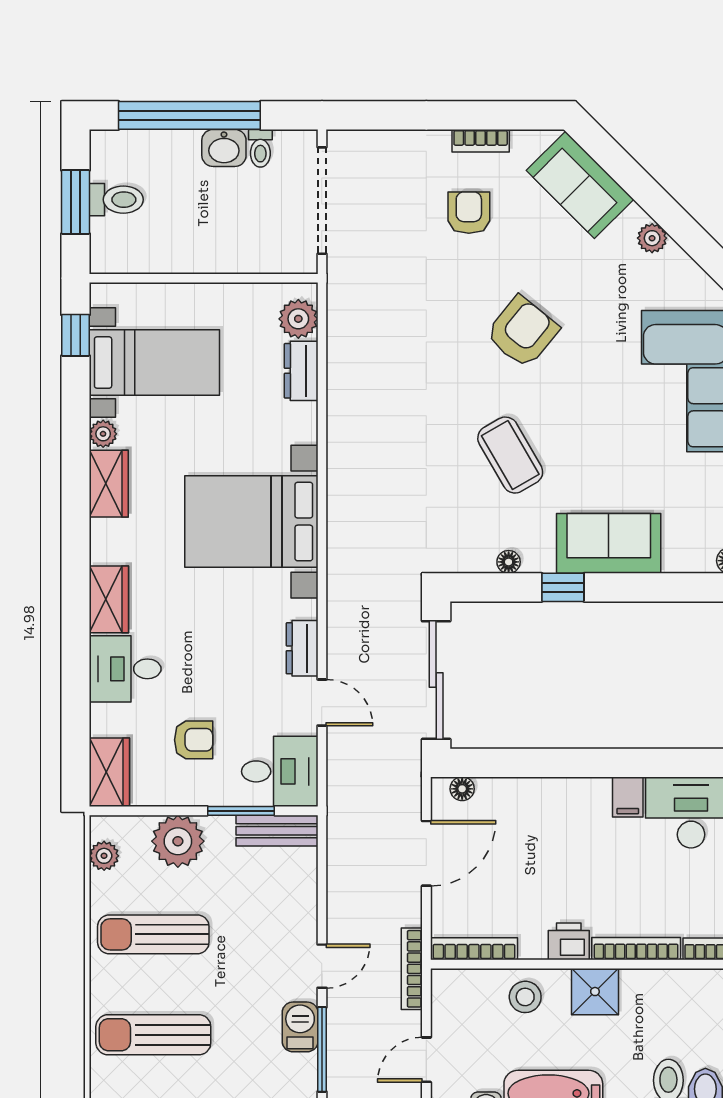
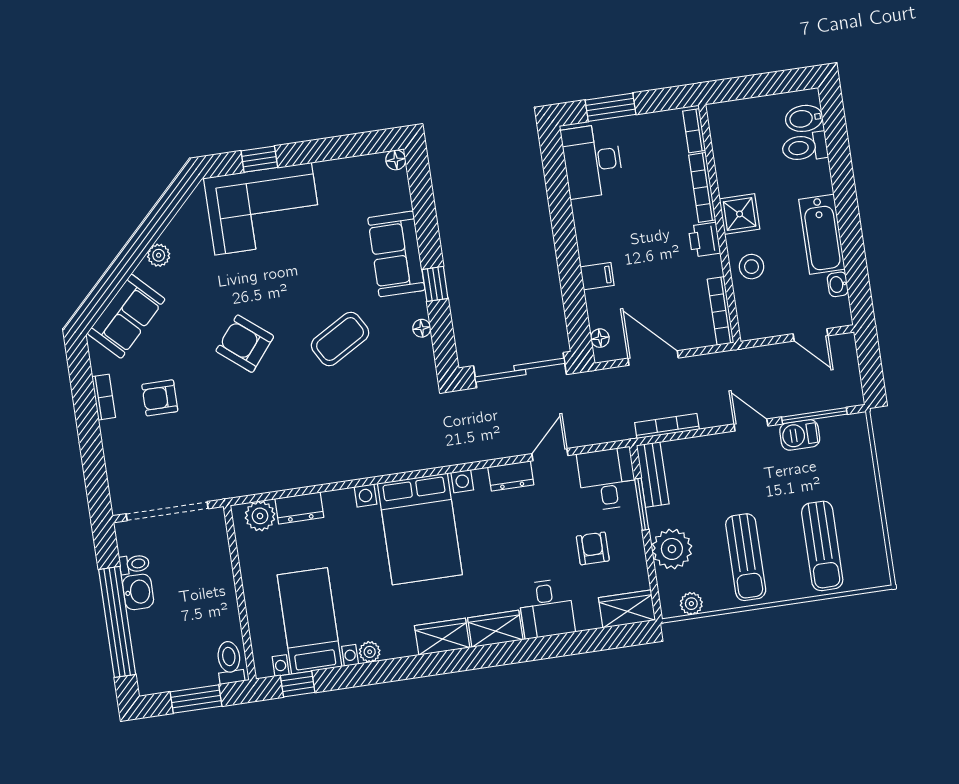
toilet: (116, 200) -> (230, 662), moved
wardrobe: (109, 484) -> (442, 637), moved
filing cabinet: (628, 797) -> (597, 276), moved
bookcase: (412, 969) -> (667, 426), moved, turned 180

